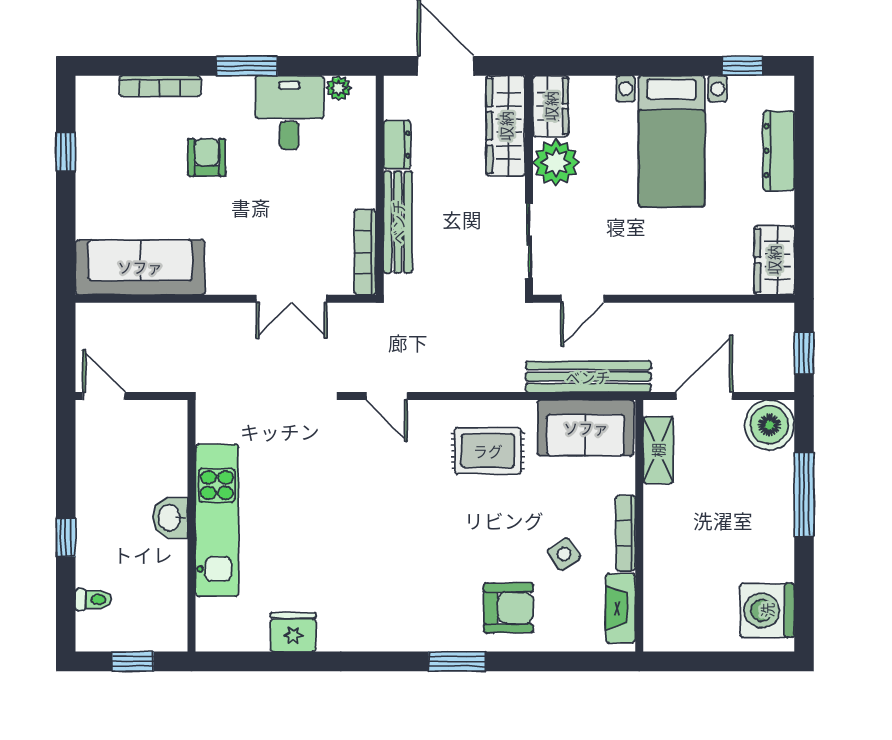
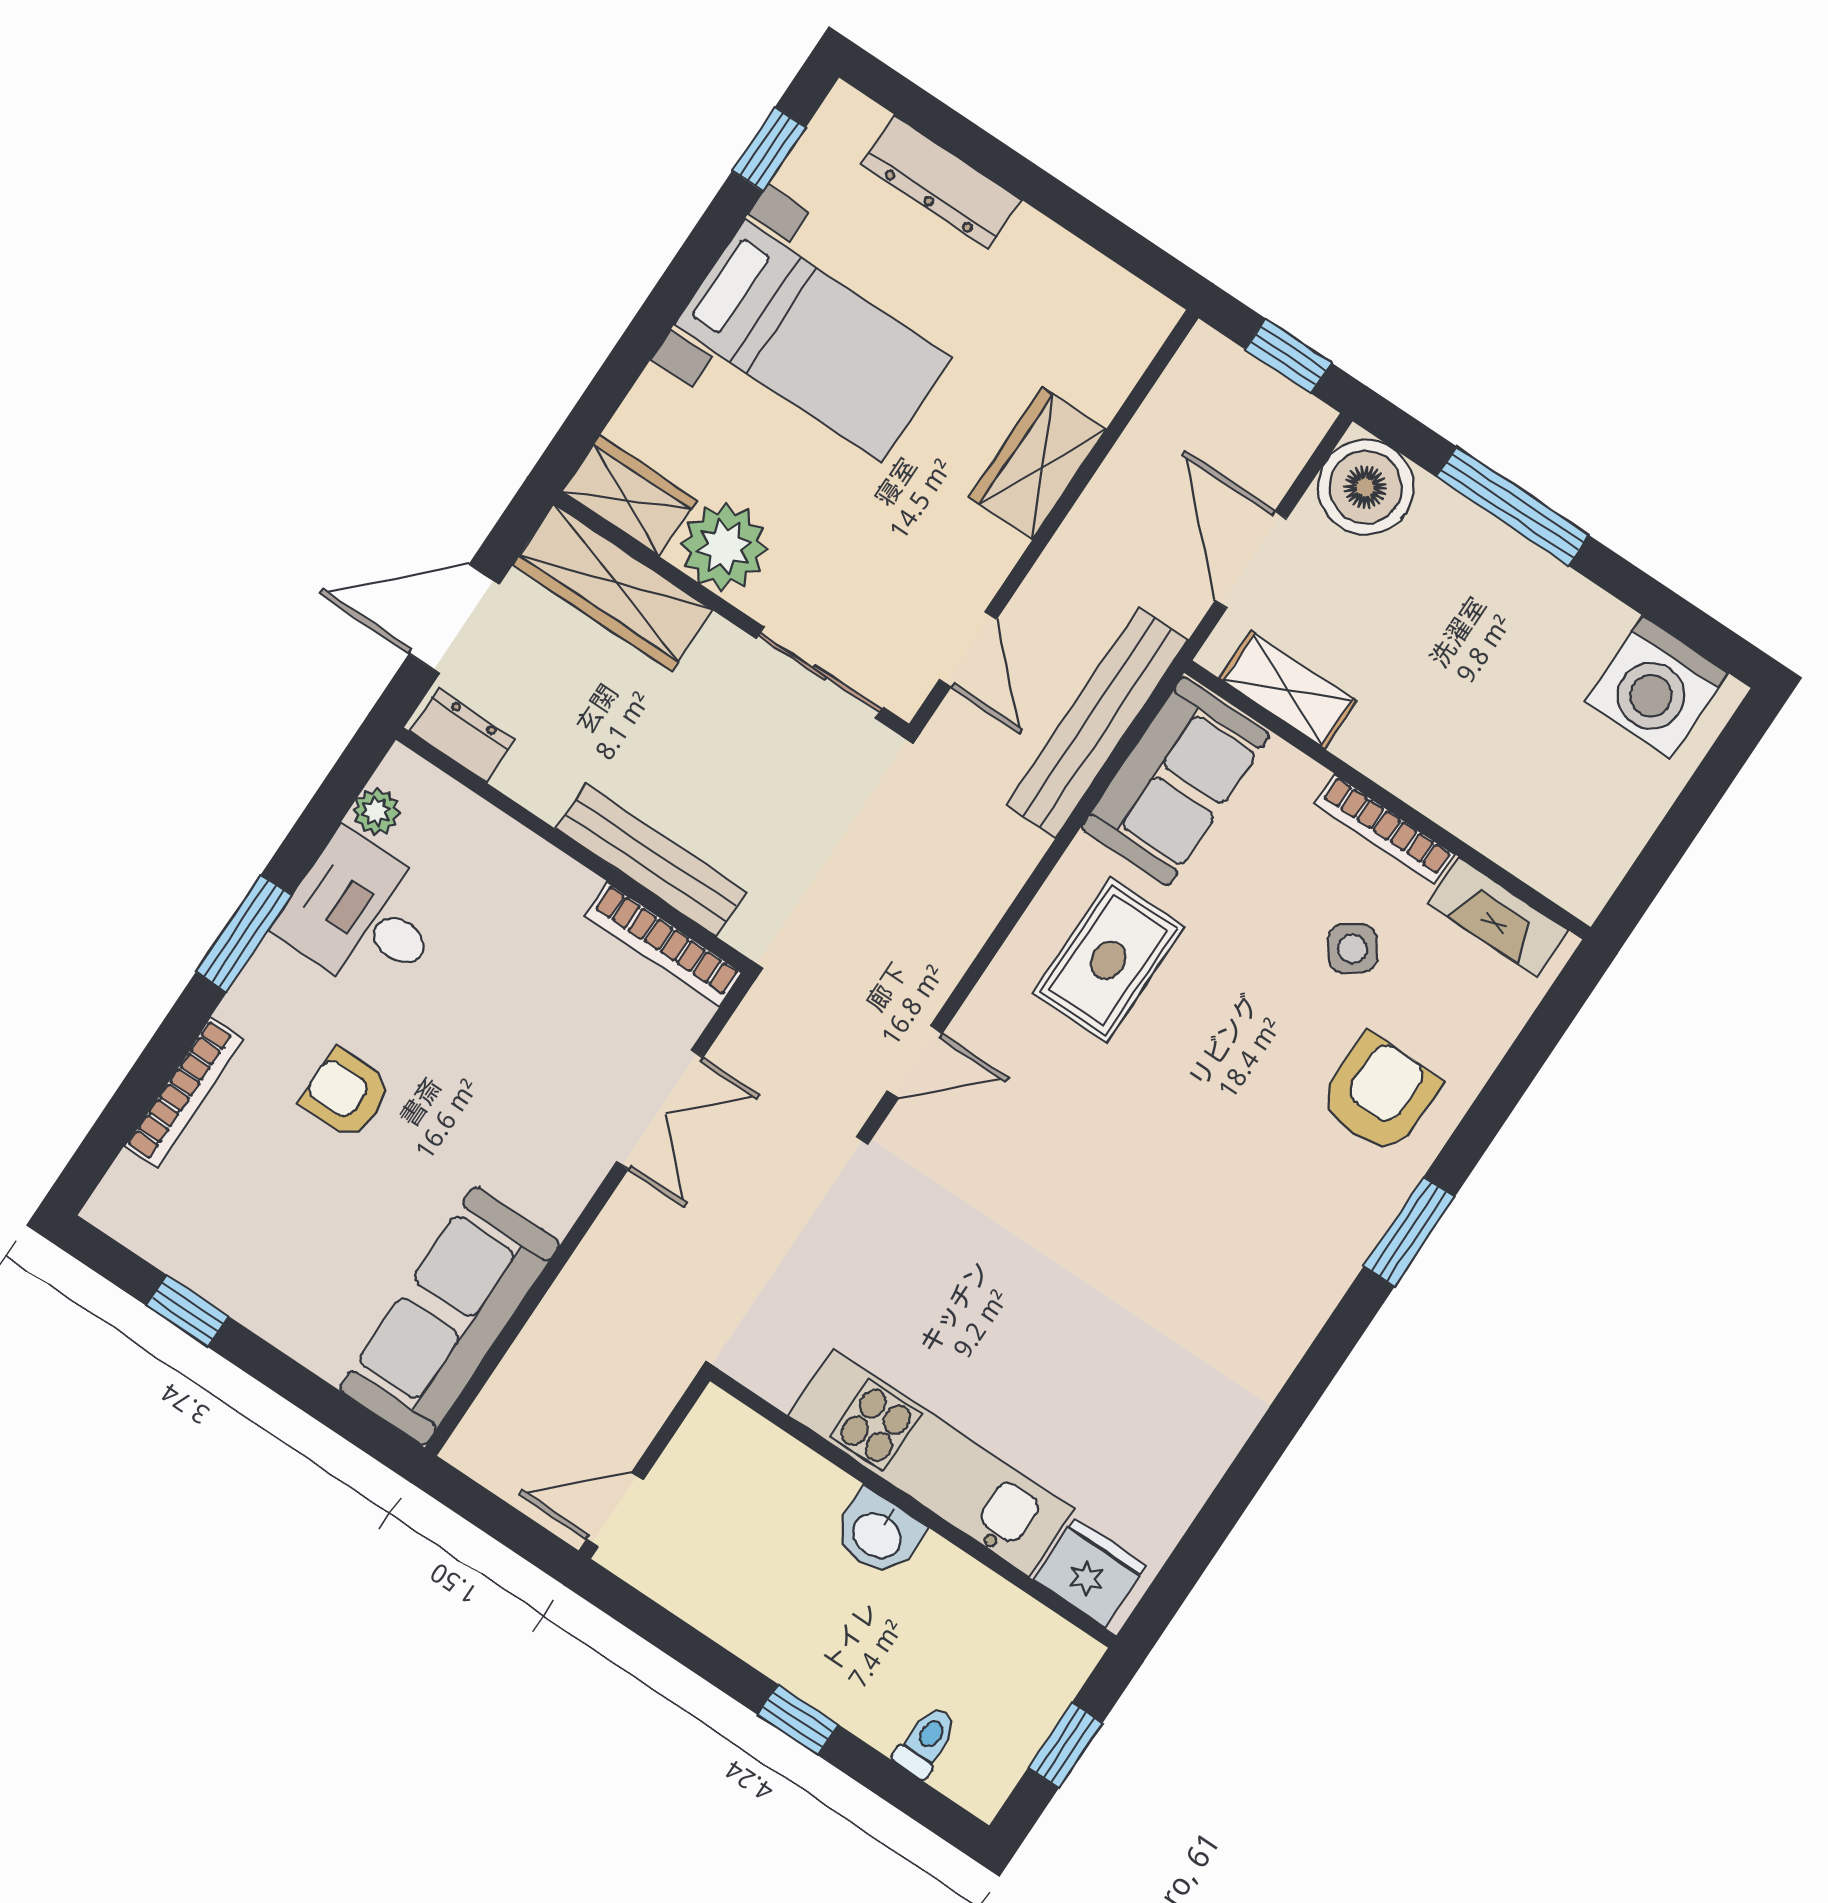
dresser: (397, 145) -> (462, 735), moved
wardrobe: (774, 260) -> (1037, 463), moved, turned 90
fridge: (293, 632) -> (1090, 1573), moved, turned 90

